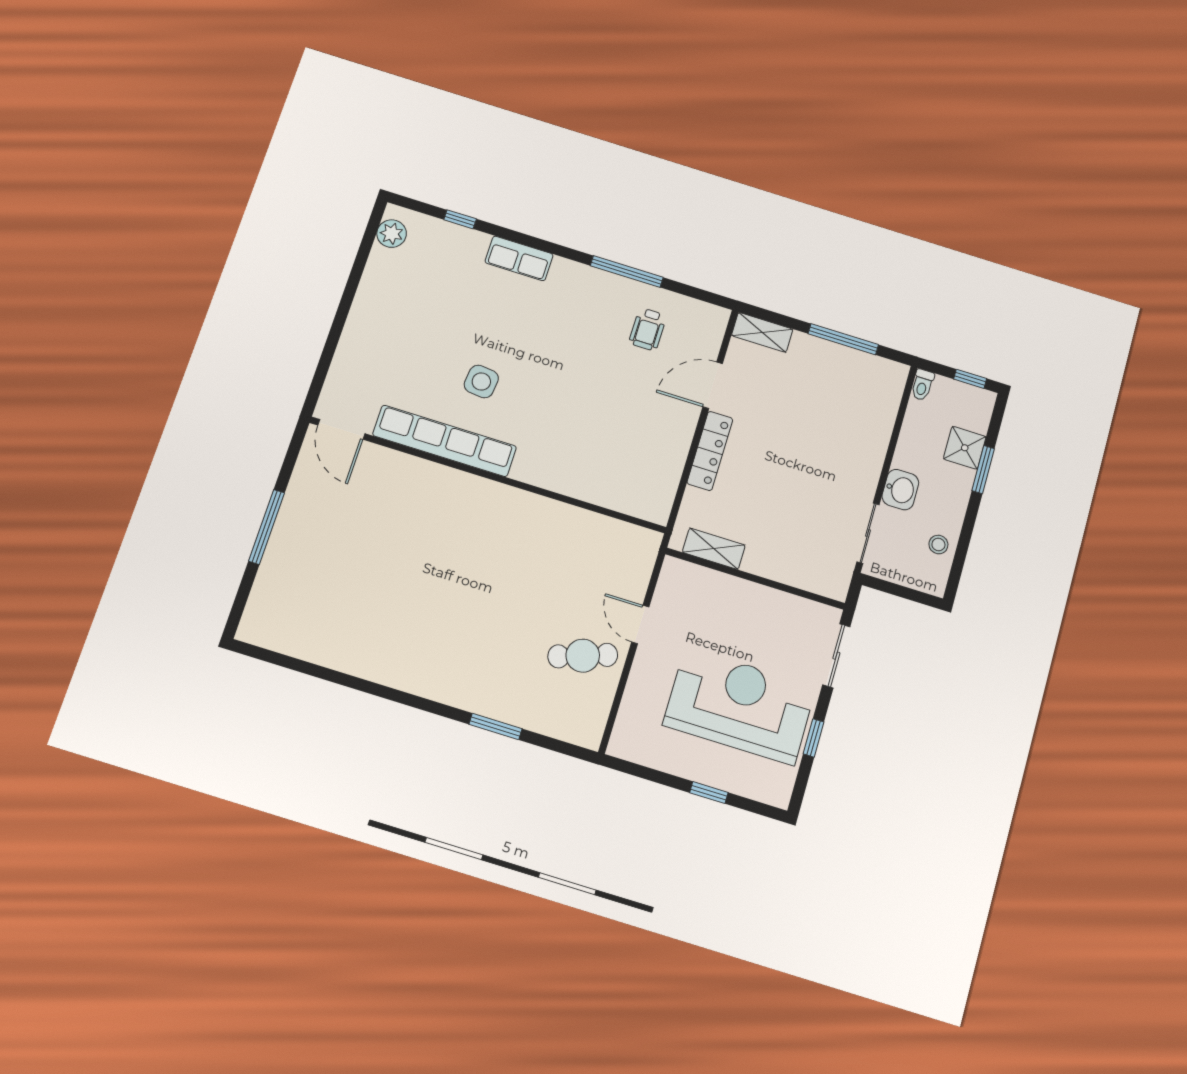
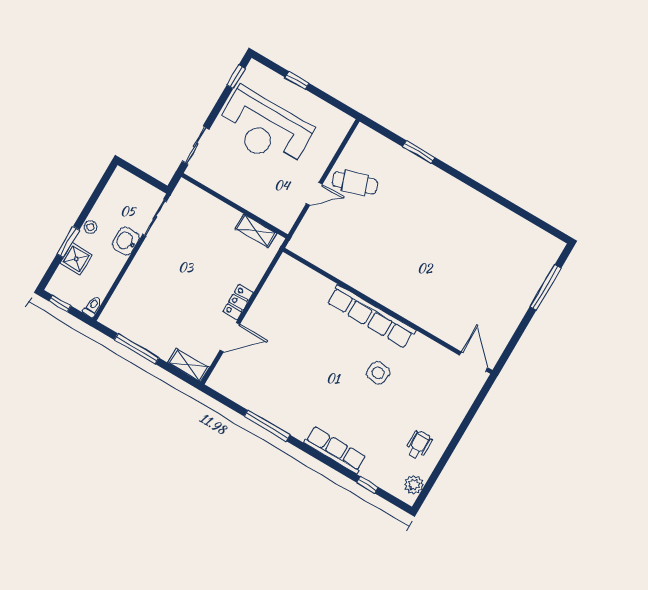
row of seats: (519, 258) -> (335, 450), width x1.48
wheelchair: (648, 329) -> (419, 445), moved
row of seats: (445, 441) -> (371, 316), moved
locker: (710, 451) -> (238, 302), width x0.66
window: (267, 527) -> (546, 287), moved
stool: (938, 545) -> (91, 227), moved
door: (640, 624) -> (314, 194), hinge flipped
window: (814, 738) -> (236, 77), moved

